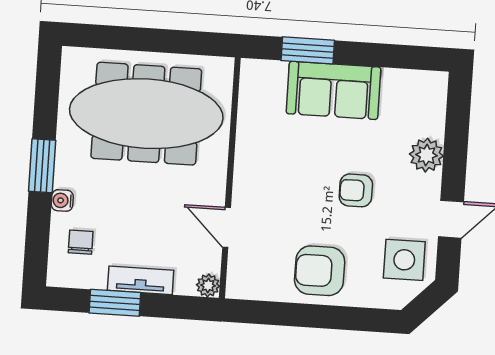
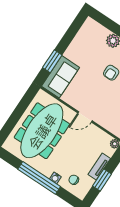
sofa: (334, 90) -> (61, 77), moved
window: (42, 166) -> (39, 178), width x2.11
door: (227, 227) -> (85, 117), moved

